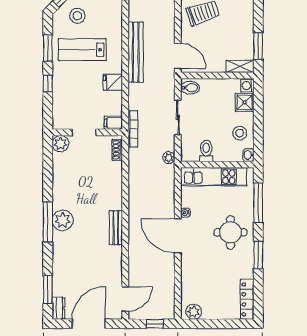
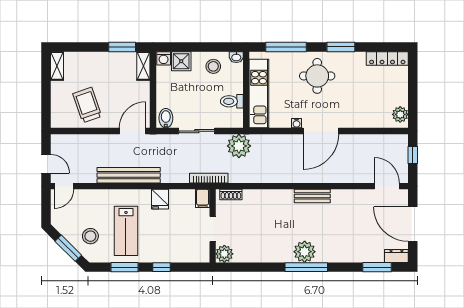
plant: (169, 158) -> (239, 146), width x1.88, depth x1.88

